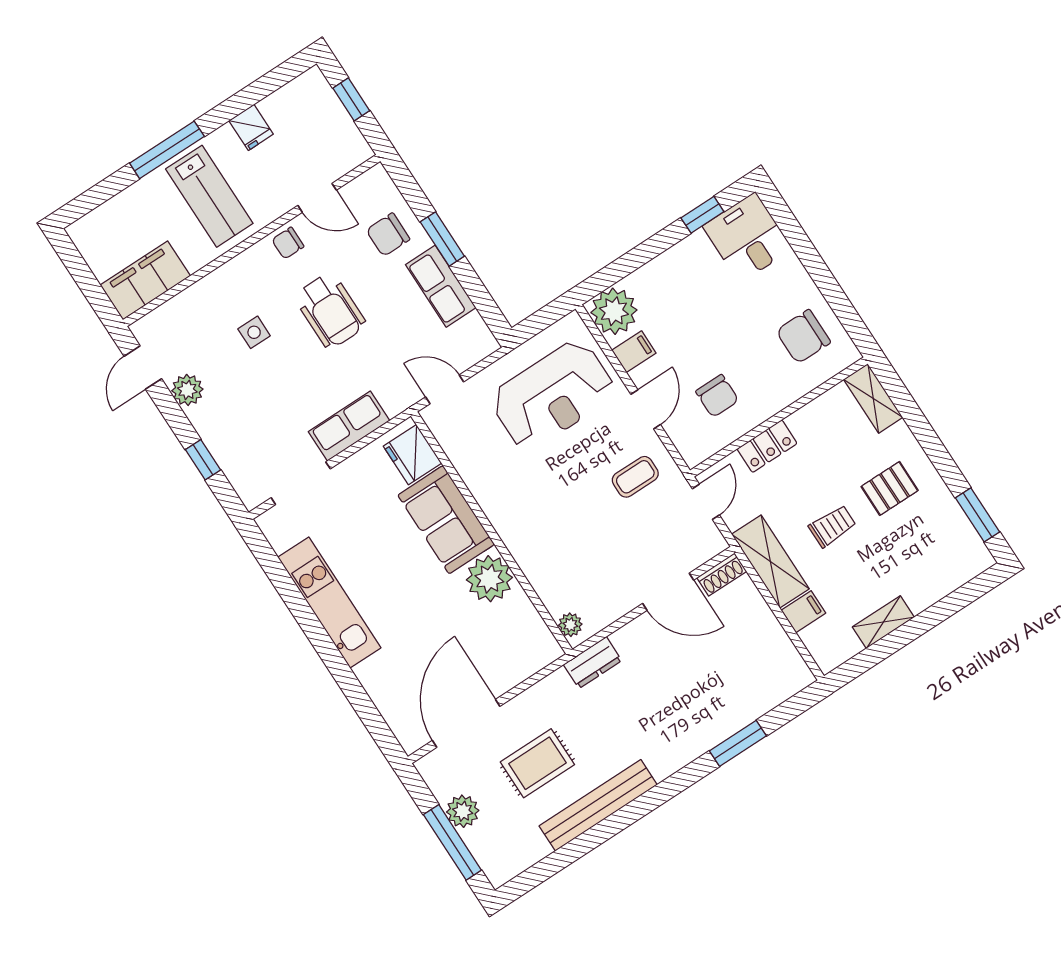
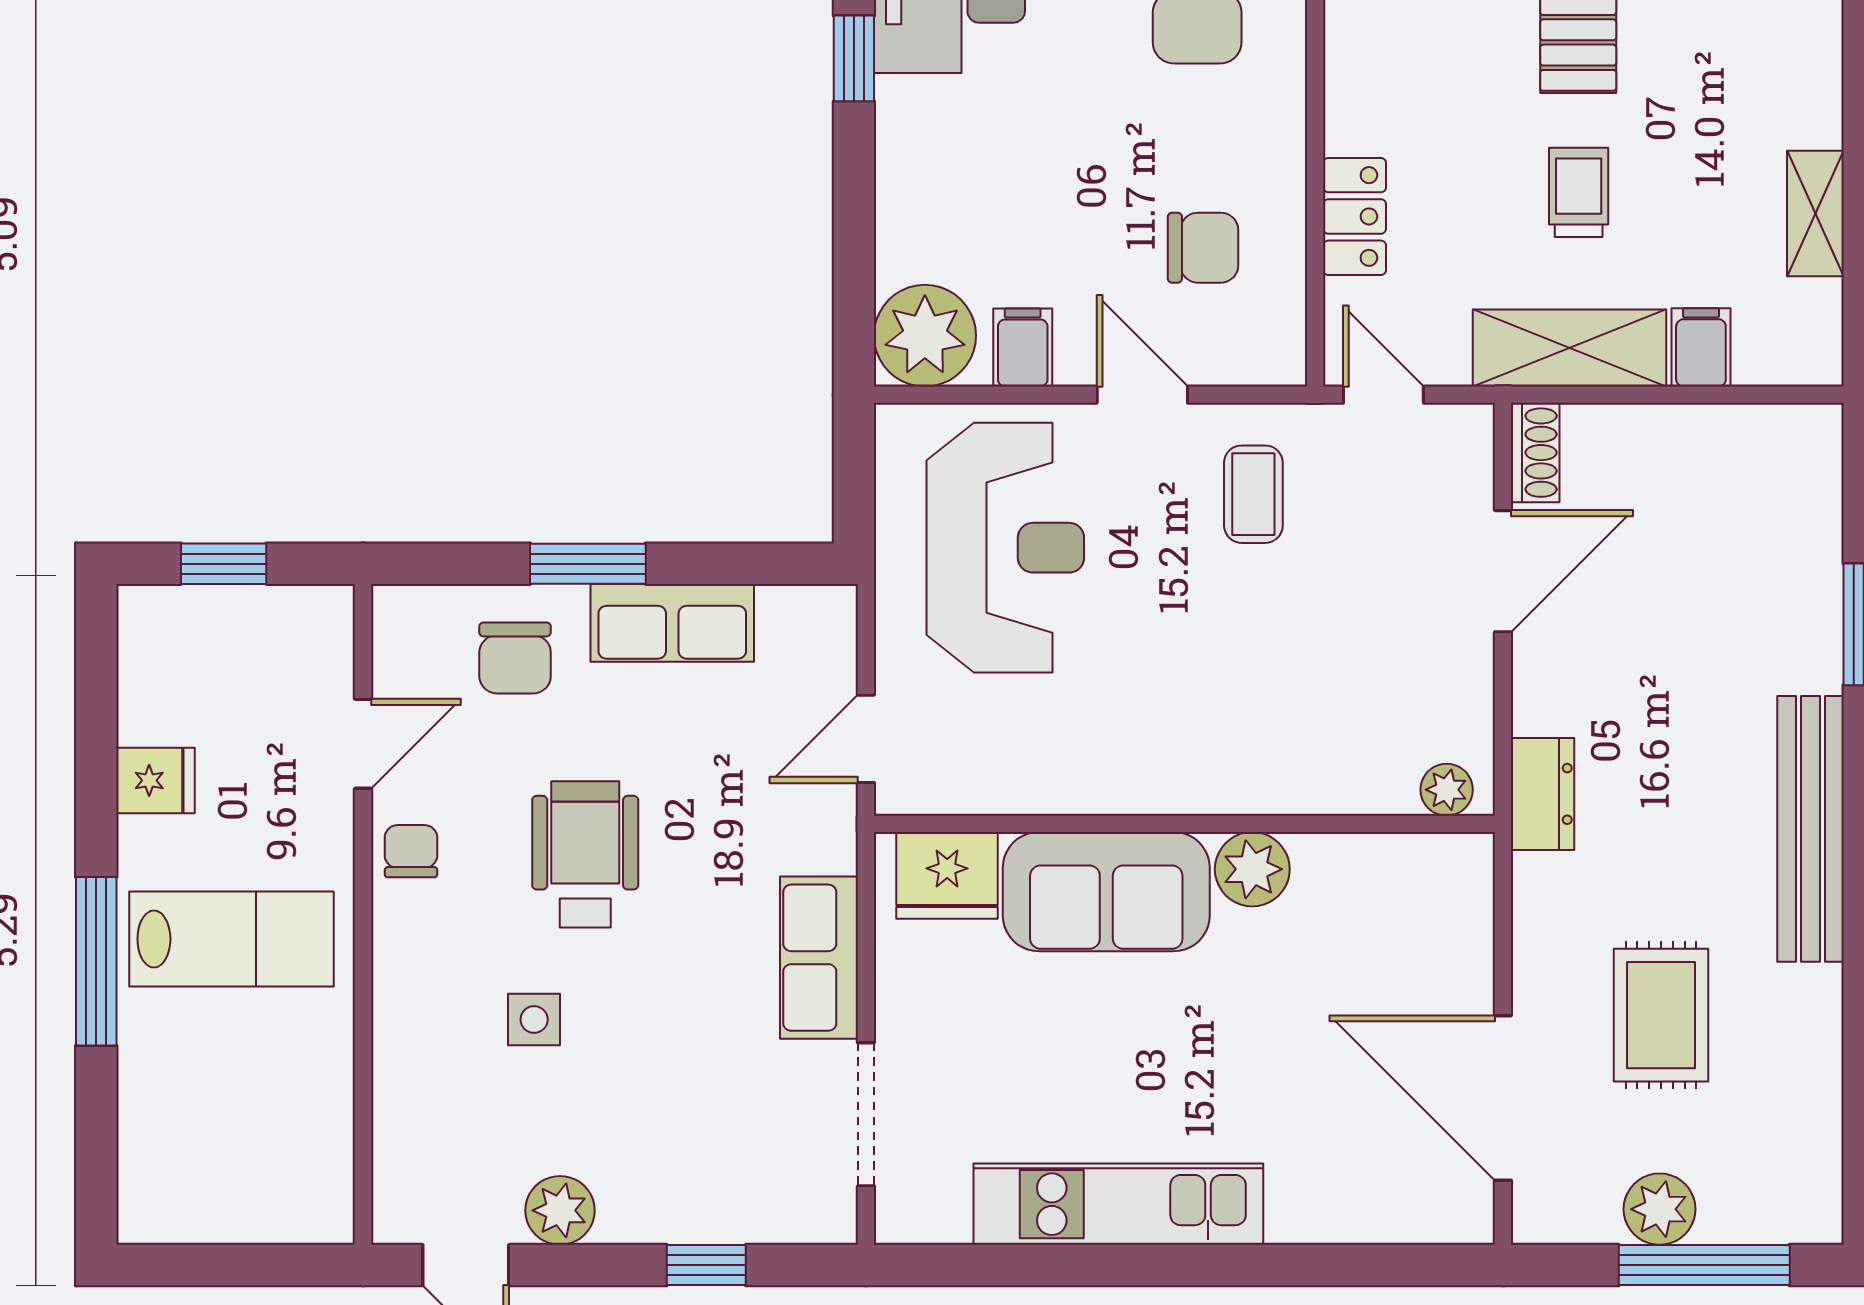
chair: (288, 243) -> (411, 851), turned 180
filing cabinet: (145, 280) -> (309, 1157), removed
wheelchair: (330, 311) -> (585, 854), turned -90
plant: (489, 579) -> (1252, 869), width x0.73, depth x0.73
bench: (598, 805) -> (1810, 829), moved

